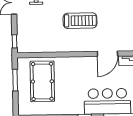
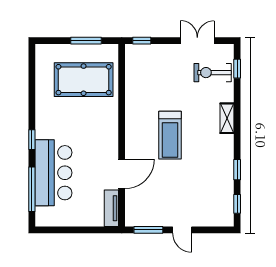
door: (107, 54) -> (122, 174), swing flipped

